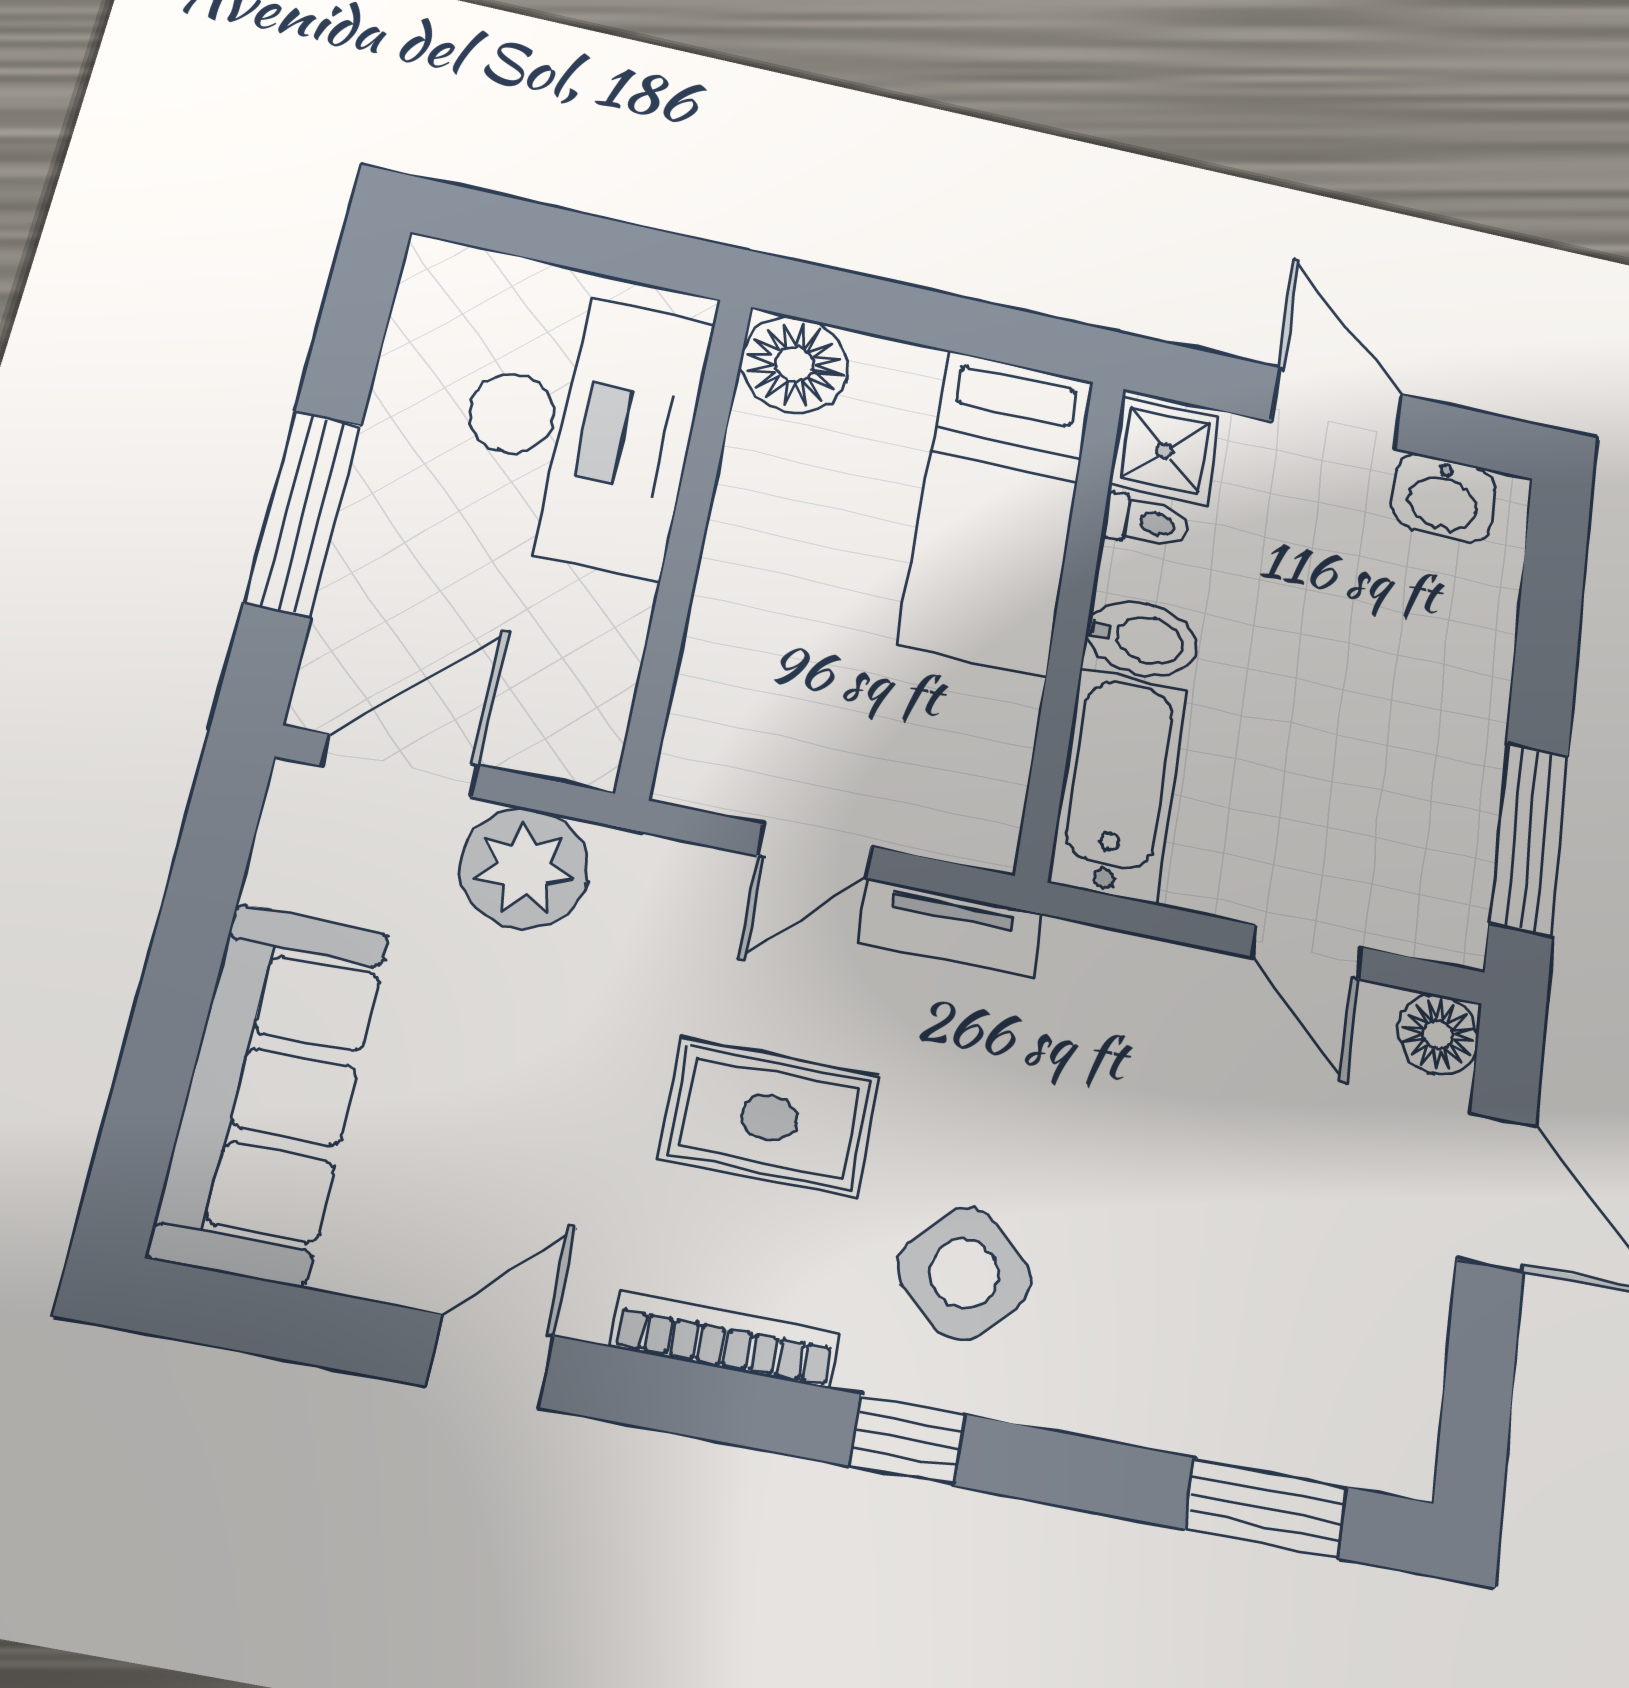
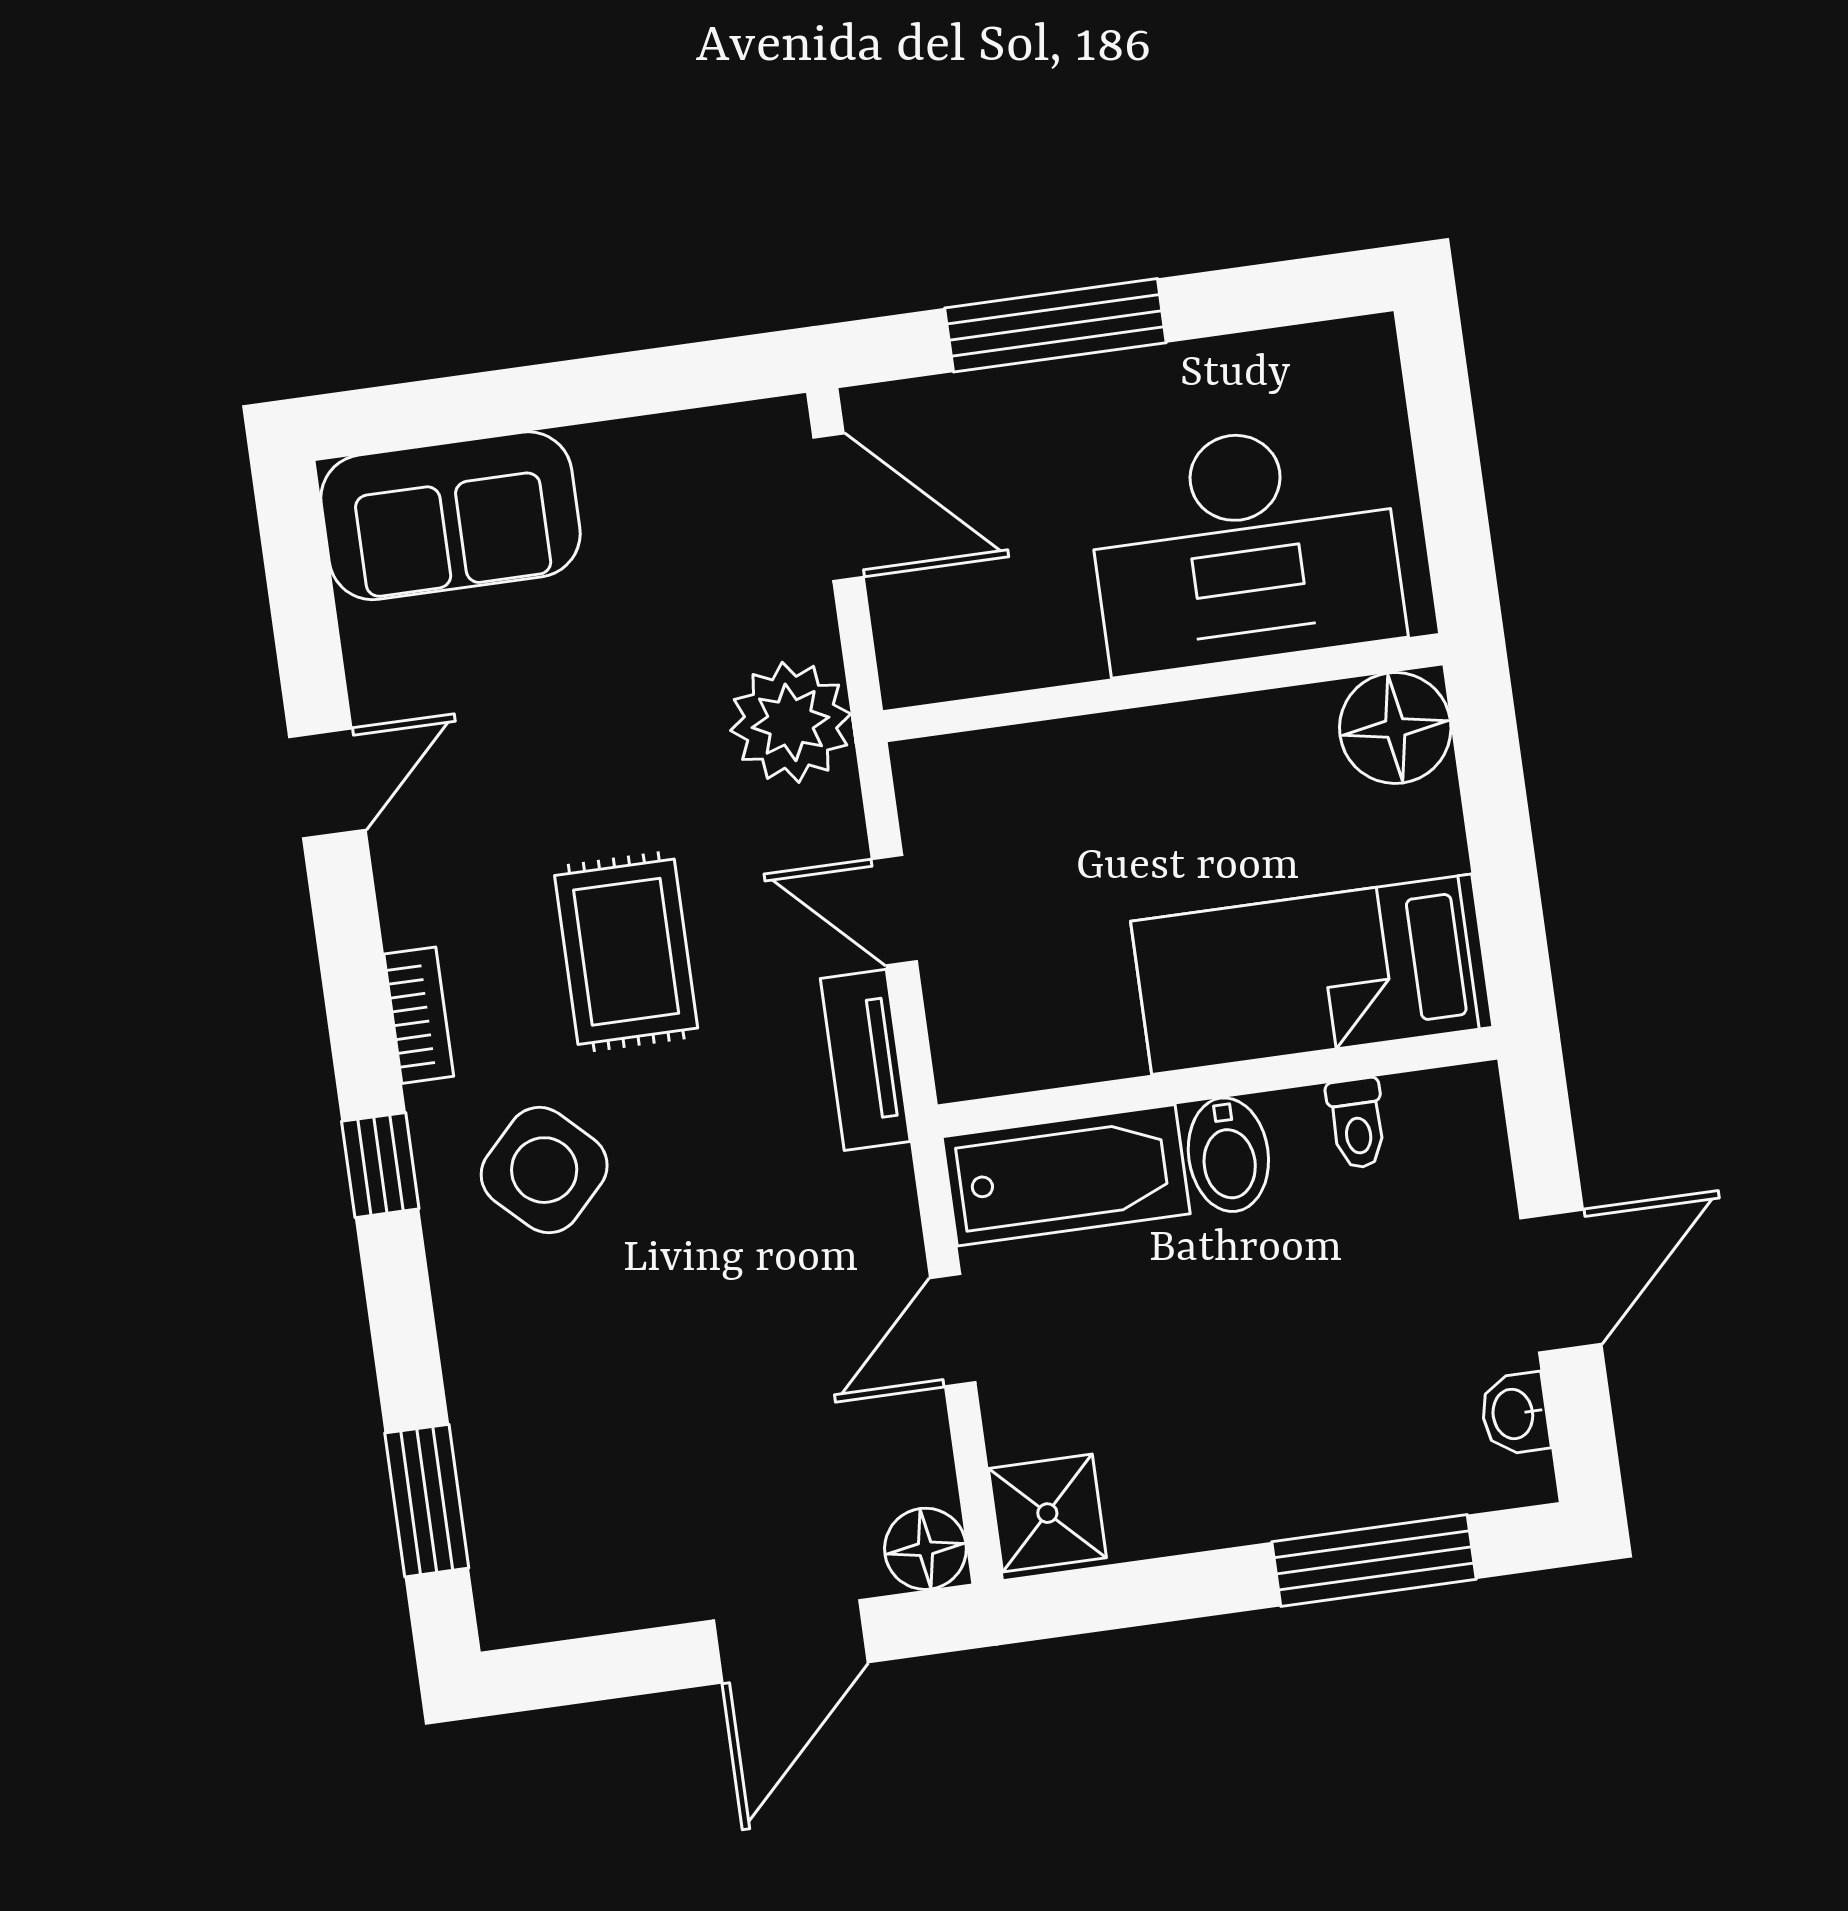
shower: (1164, 451) -> (1047, 1513), moved
washbasin: (1443, 498) -> (1515, 1414), width x0.72, depth x0.69
window: (1529, 839) -> (1374, 1560), moved
plant: (524, 868) -> (791, 722), moved
door: (1307, 952) -> (953, 1330), moved
sofa: (270, 1092) -> (451, 516), width x0.73
bookcase: (725, 1340) -> (419, 1015), width x0.64
door: (490, 1361) -> (327, 783), hinge flipped

